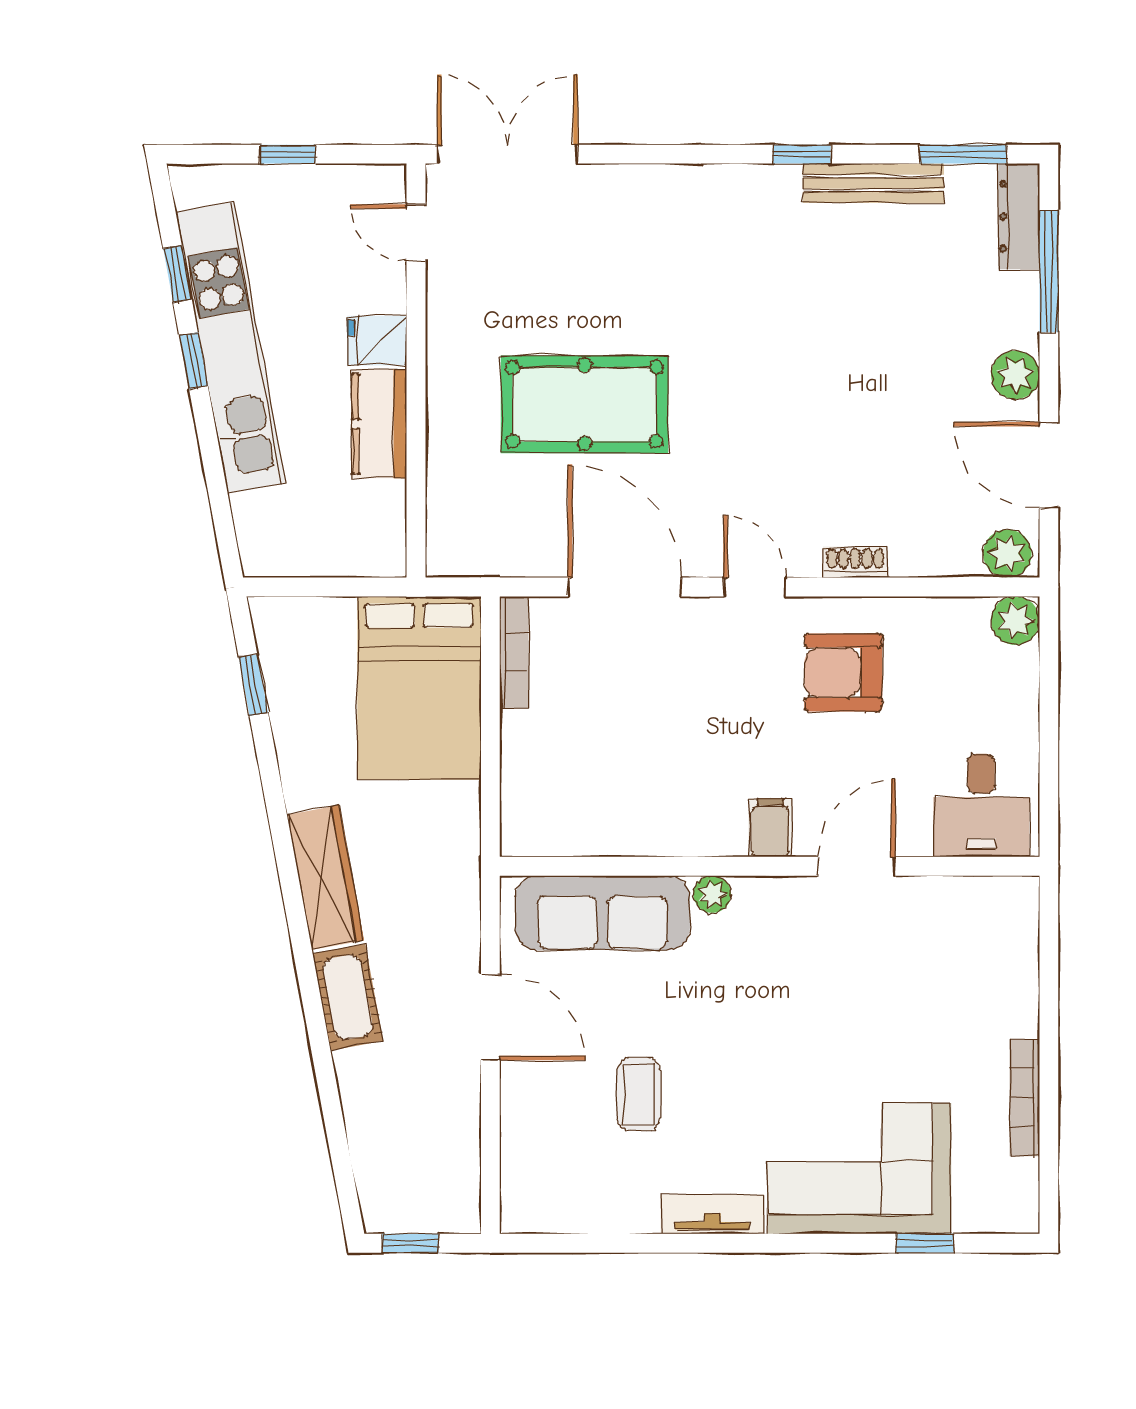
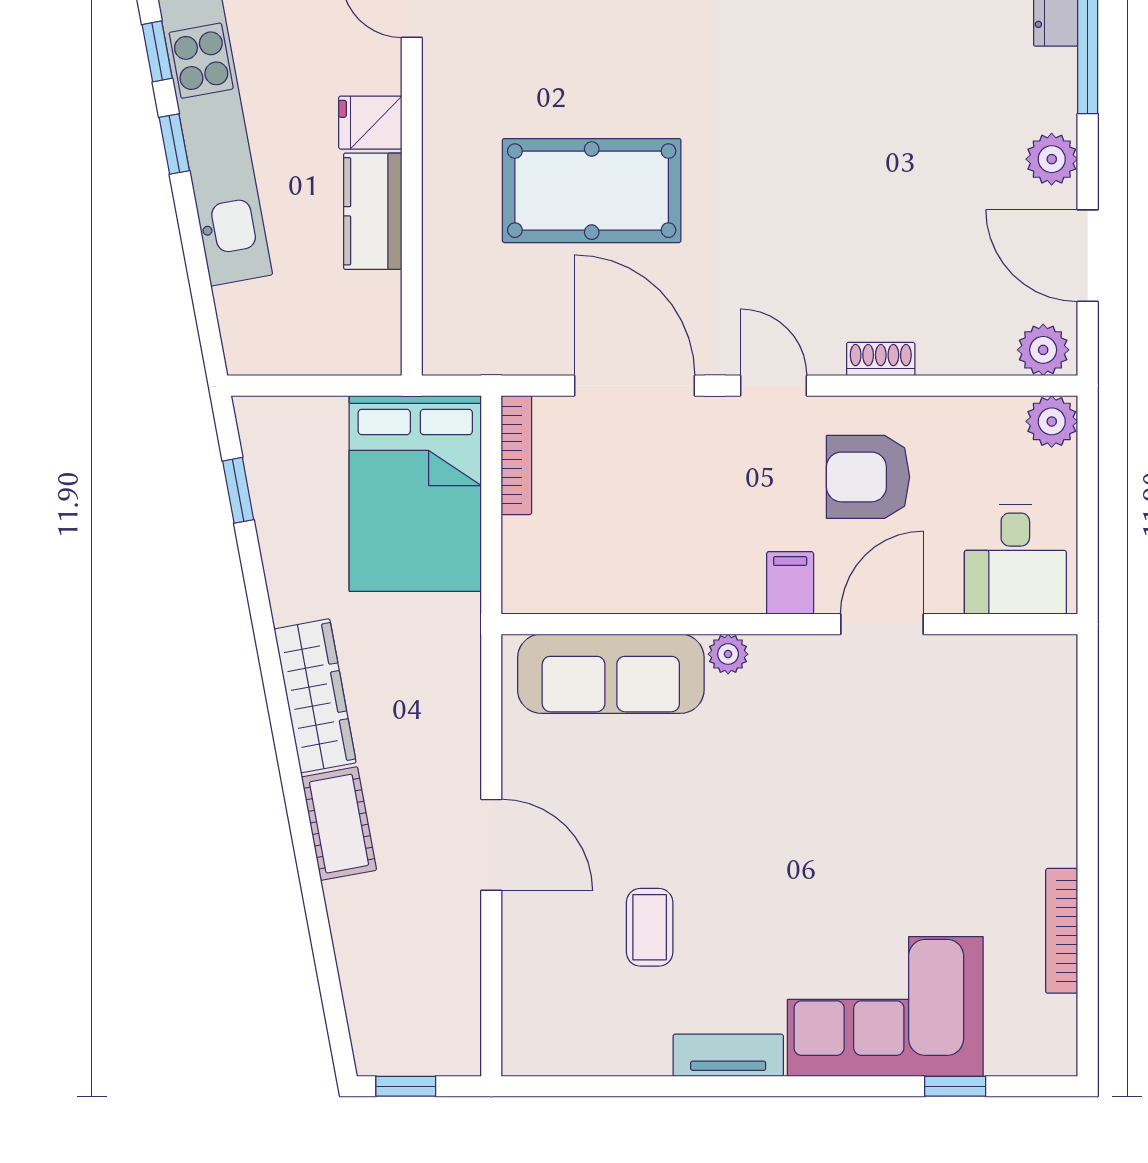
desk: (981, 805) -> (1015, 559), moved
filing cabinet: (770, 828) -> (790, 583), moved
wall: (770, 866) -> (789, 624), moved
door: (856, 866) -> (882, 624), moved
plant: (712, 894) -> (728, 654), moved
sofa: (602, 913) -> (611, 674), moved

